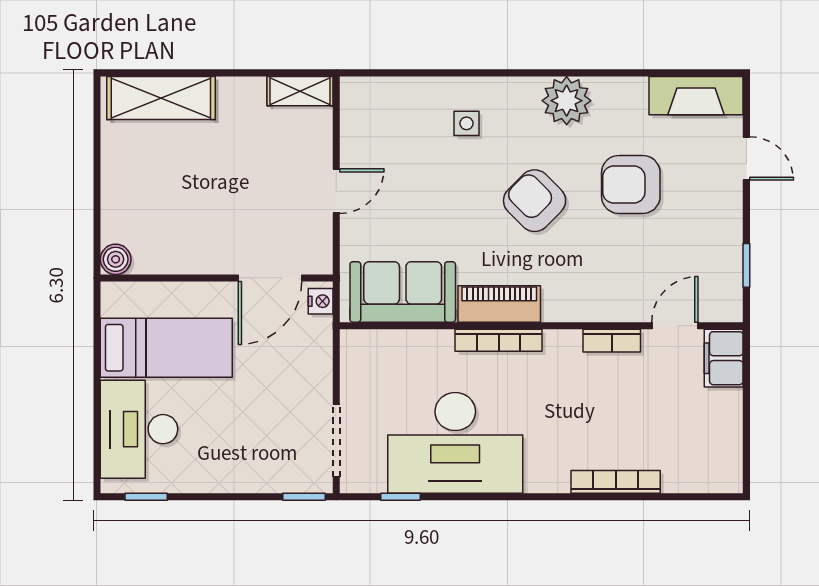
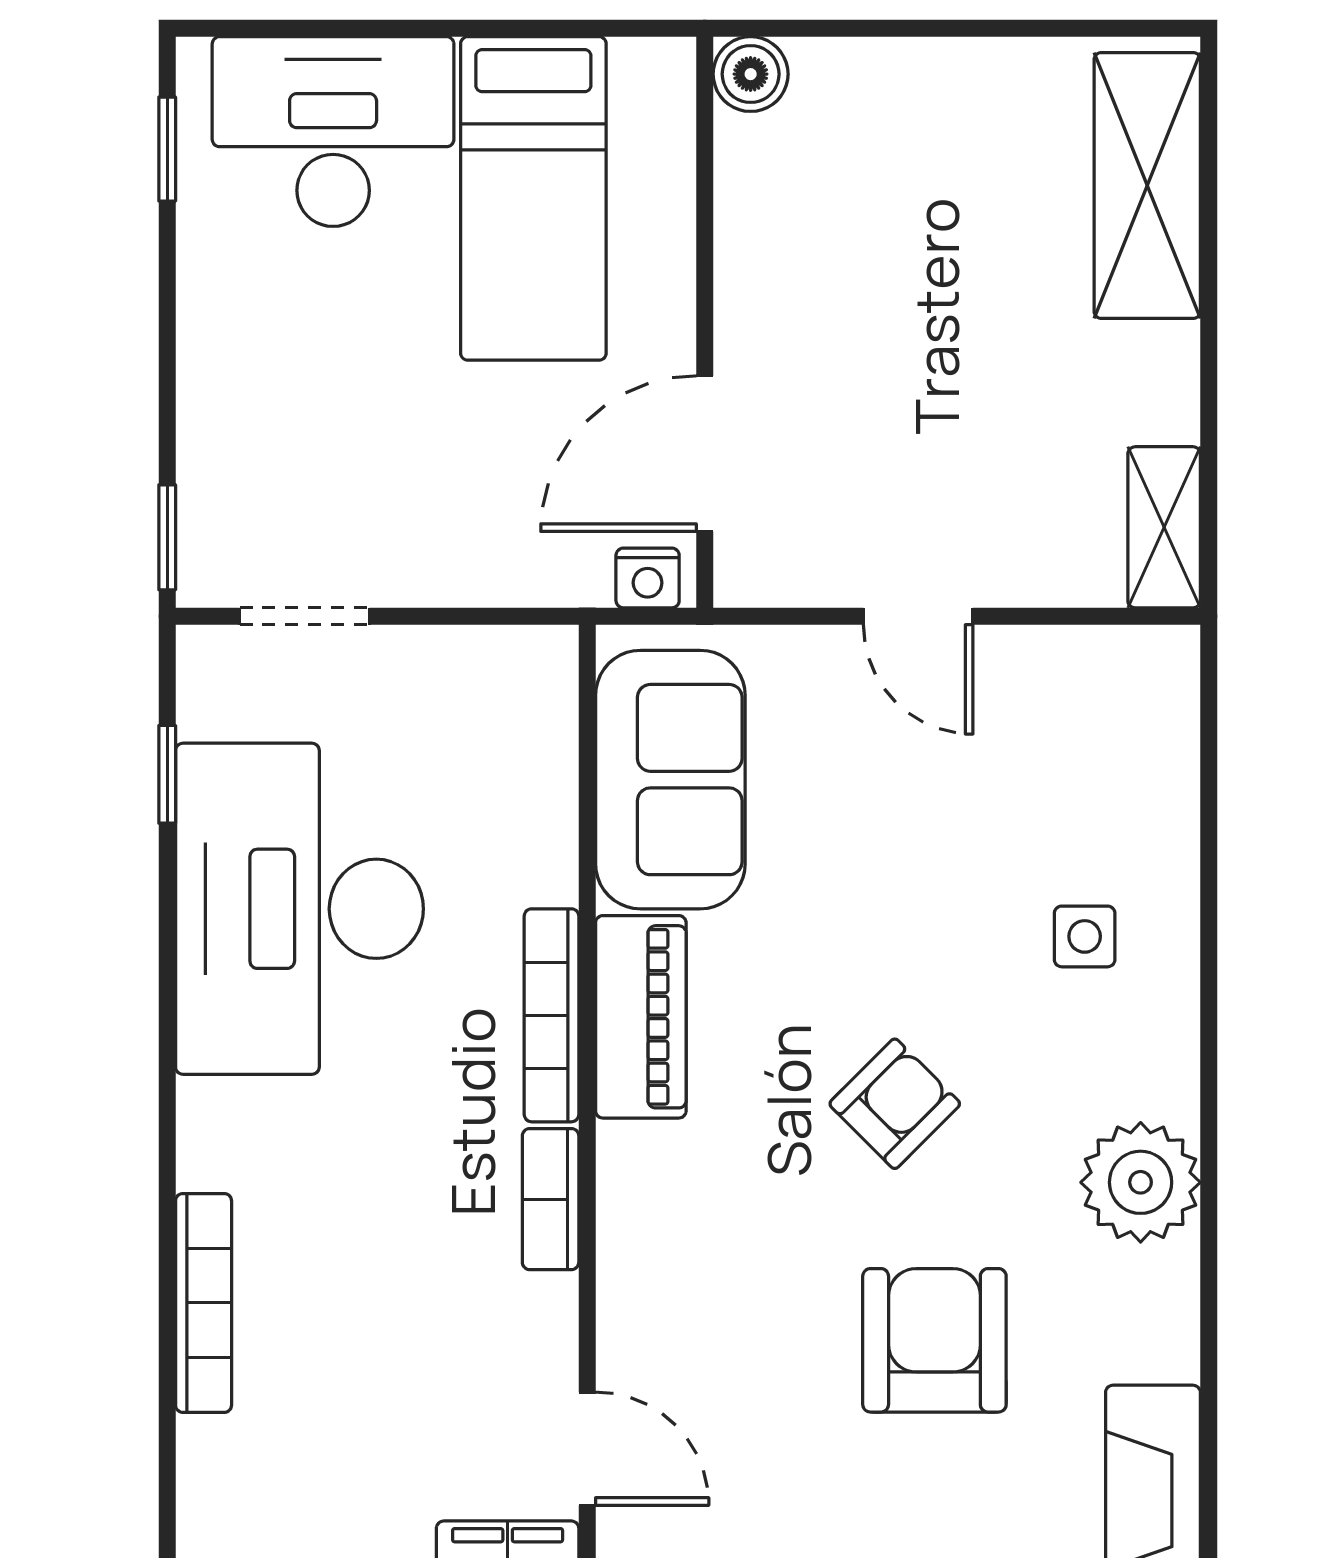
armchair: (535, 201) -> (895, 1104), width x0.72, depth x0.72
door: (270, 278) -> (705, 454), hinge flipped
bookcase: (612, 341) -> (551, 1199), moved
doorway: (336, 441) -> (305, 616), width x0.73

